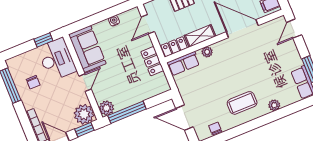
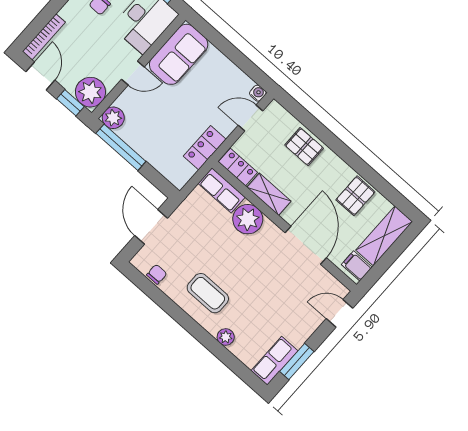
water cooler: (114, 21) -> (258, 93), moved
plant: (207, 52) -> (248, 219), width x1.88, depth x1.88

